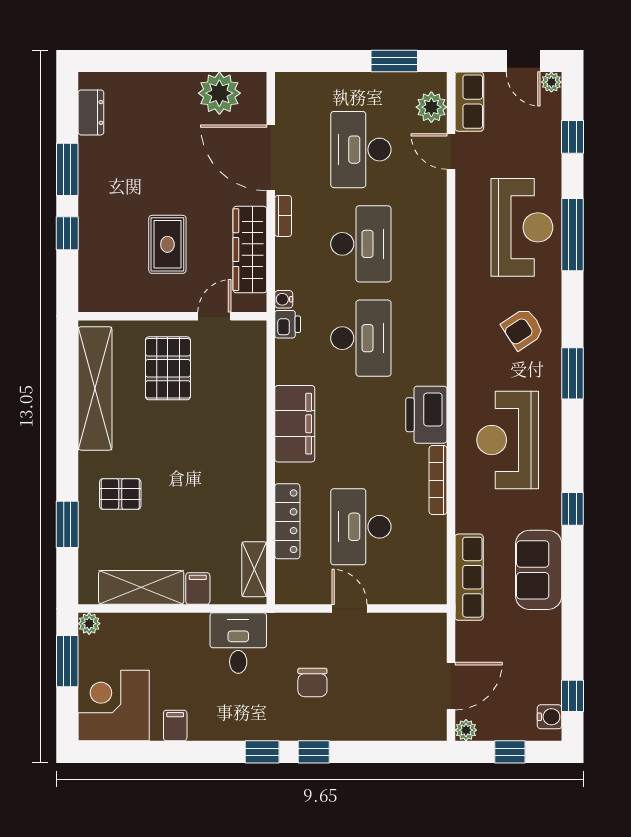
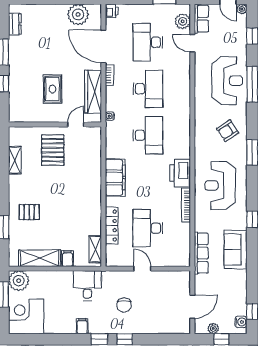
printer: (288, 324) -> (112, 11), moved
shelving: (95, 388) -> (15, 160), width x0.45, depth x0.75
plant: (89, 624) -> (19, 281), width x1.87, depth x1.87
filing cabinet: (175, 725) -> (82, 326), moved
plant: (466, 730) -> (213, 329), moved

